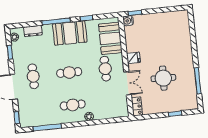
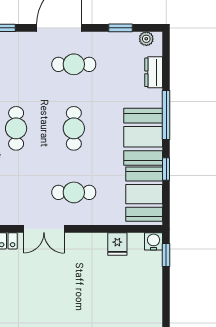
booth: (110, 38) -> (144, 194), moved, turned 90
fridge: (133, 58) -> (117, 244), moved
round table: (163, 78) -> (46, 293), removed

